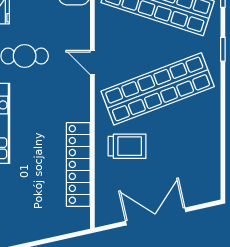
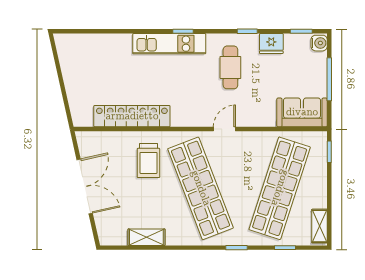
shelving: (211, 148) -> (146, 237), added

